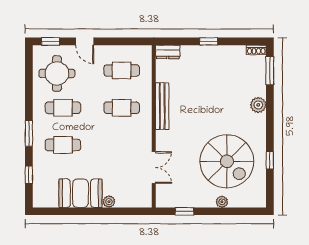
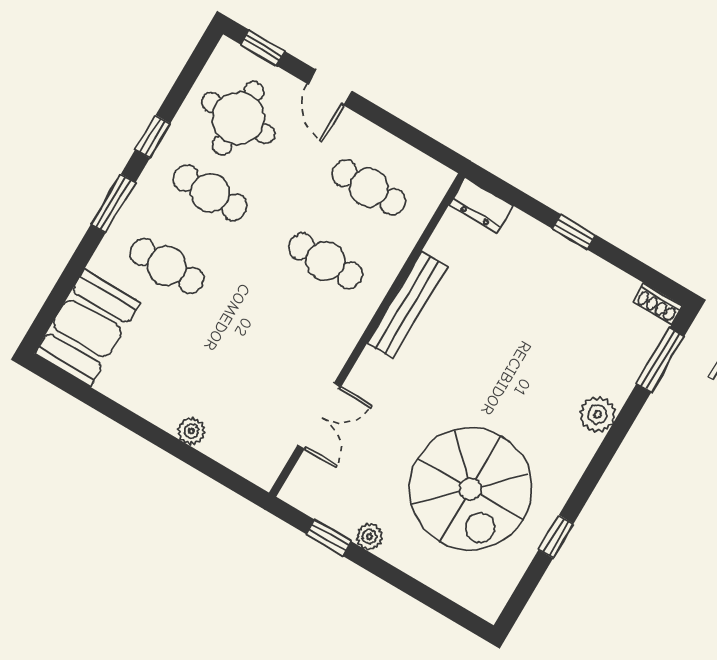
window: (29, 175) -> (153, 137), moved
booth: (80, 193) -> (87, 328), moved, turned 90
plant: (222, 202) -> (370, 537), moved

